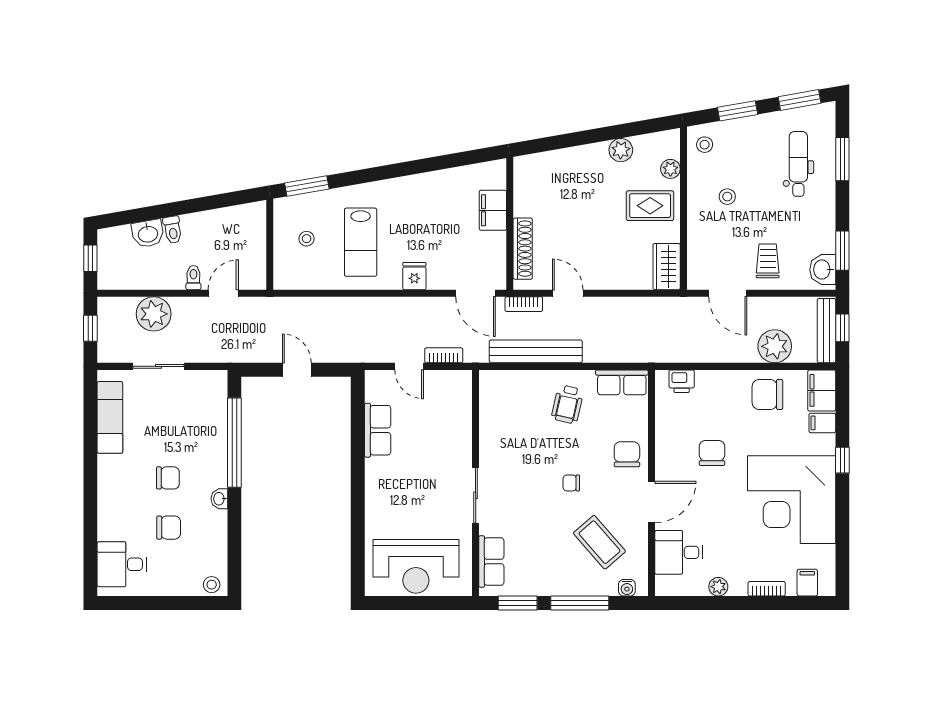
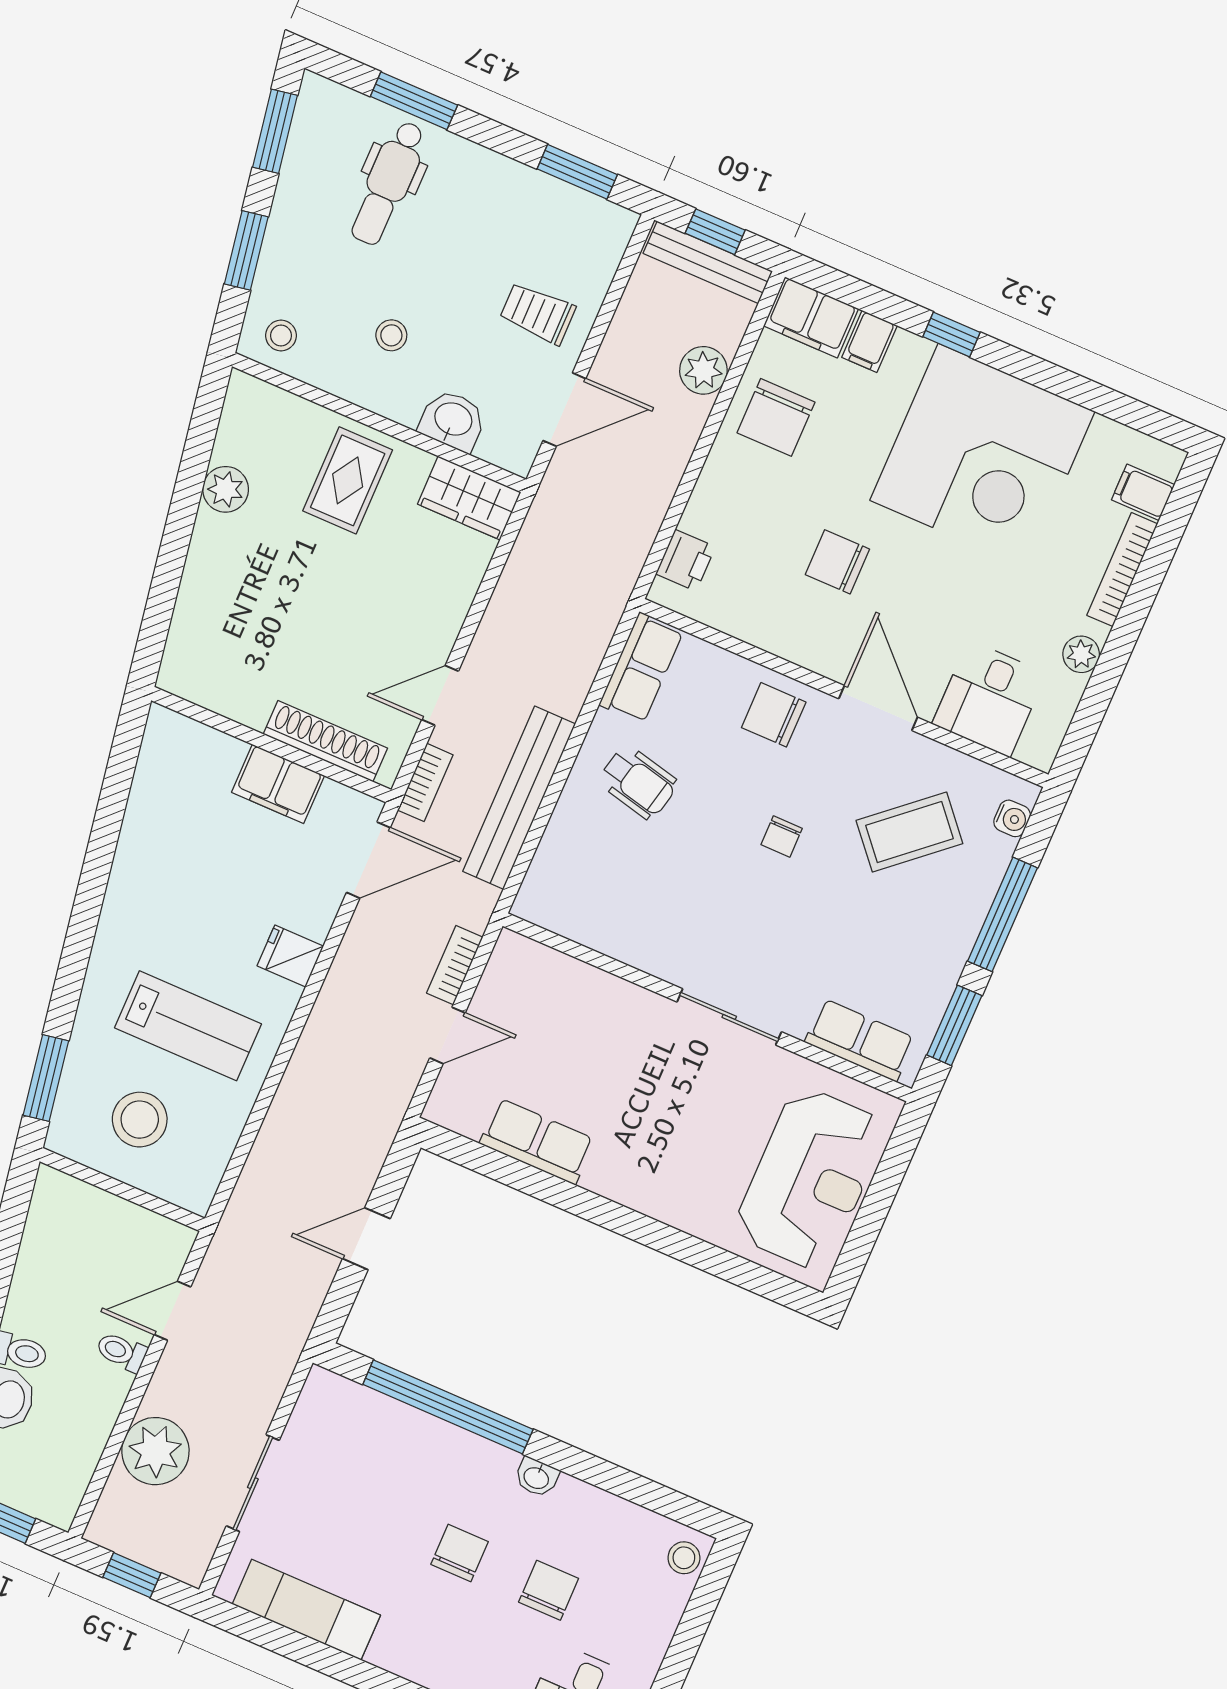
dental chair: (798, 164) -> (388, 183), turned -90
plant: (670, 169) -> (298, 415), removed
filing cabinet: (493, 210) -> (278, 784), moved
stool: (307, 239) -> (140, 1120), width x1.89, depth x1.89
washbasin: (823, 270) -> (453, 420), moved, turned 180
door: (223, 293) -> (172, 1311), hinge flipped
plant: (775, 346) -> (703, 370), width x0.73, depth x0.73
bookcase: (767, 589) -> (1122, 570), width x1.56

